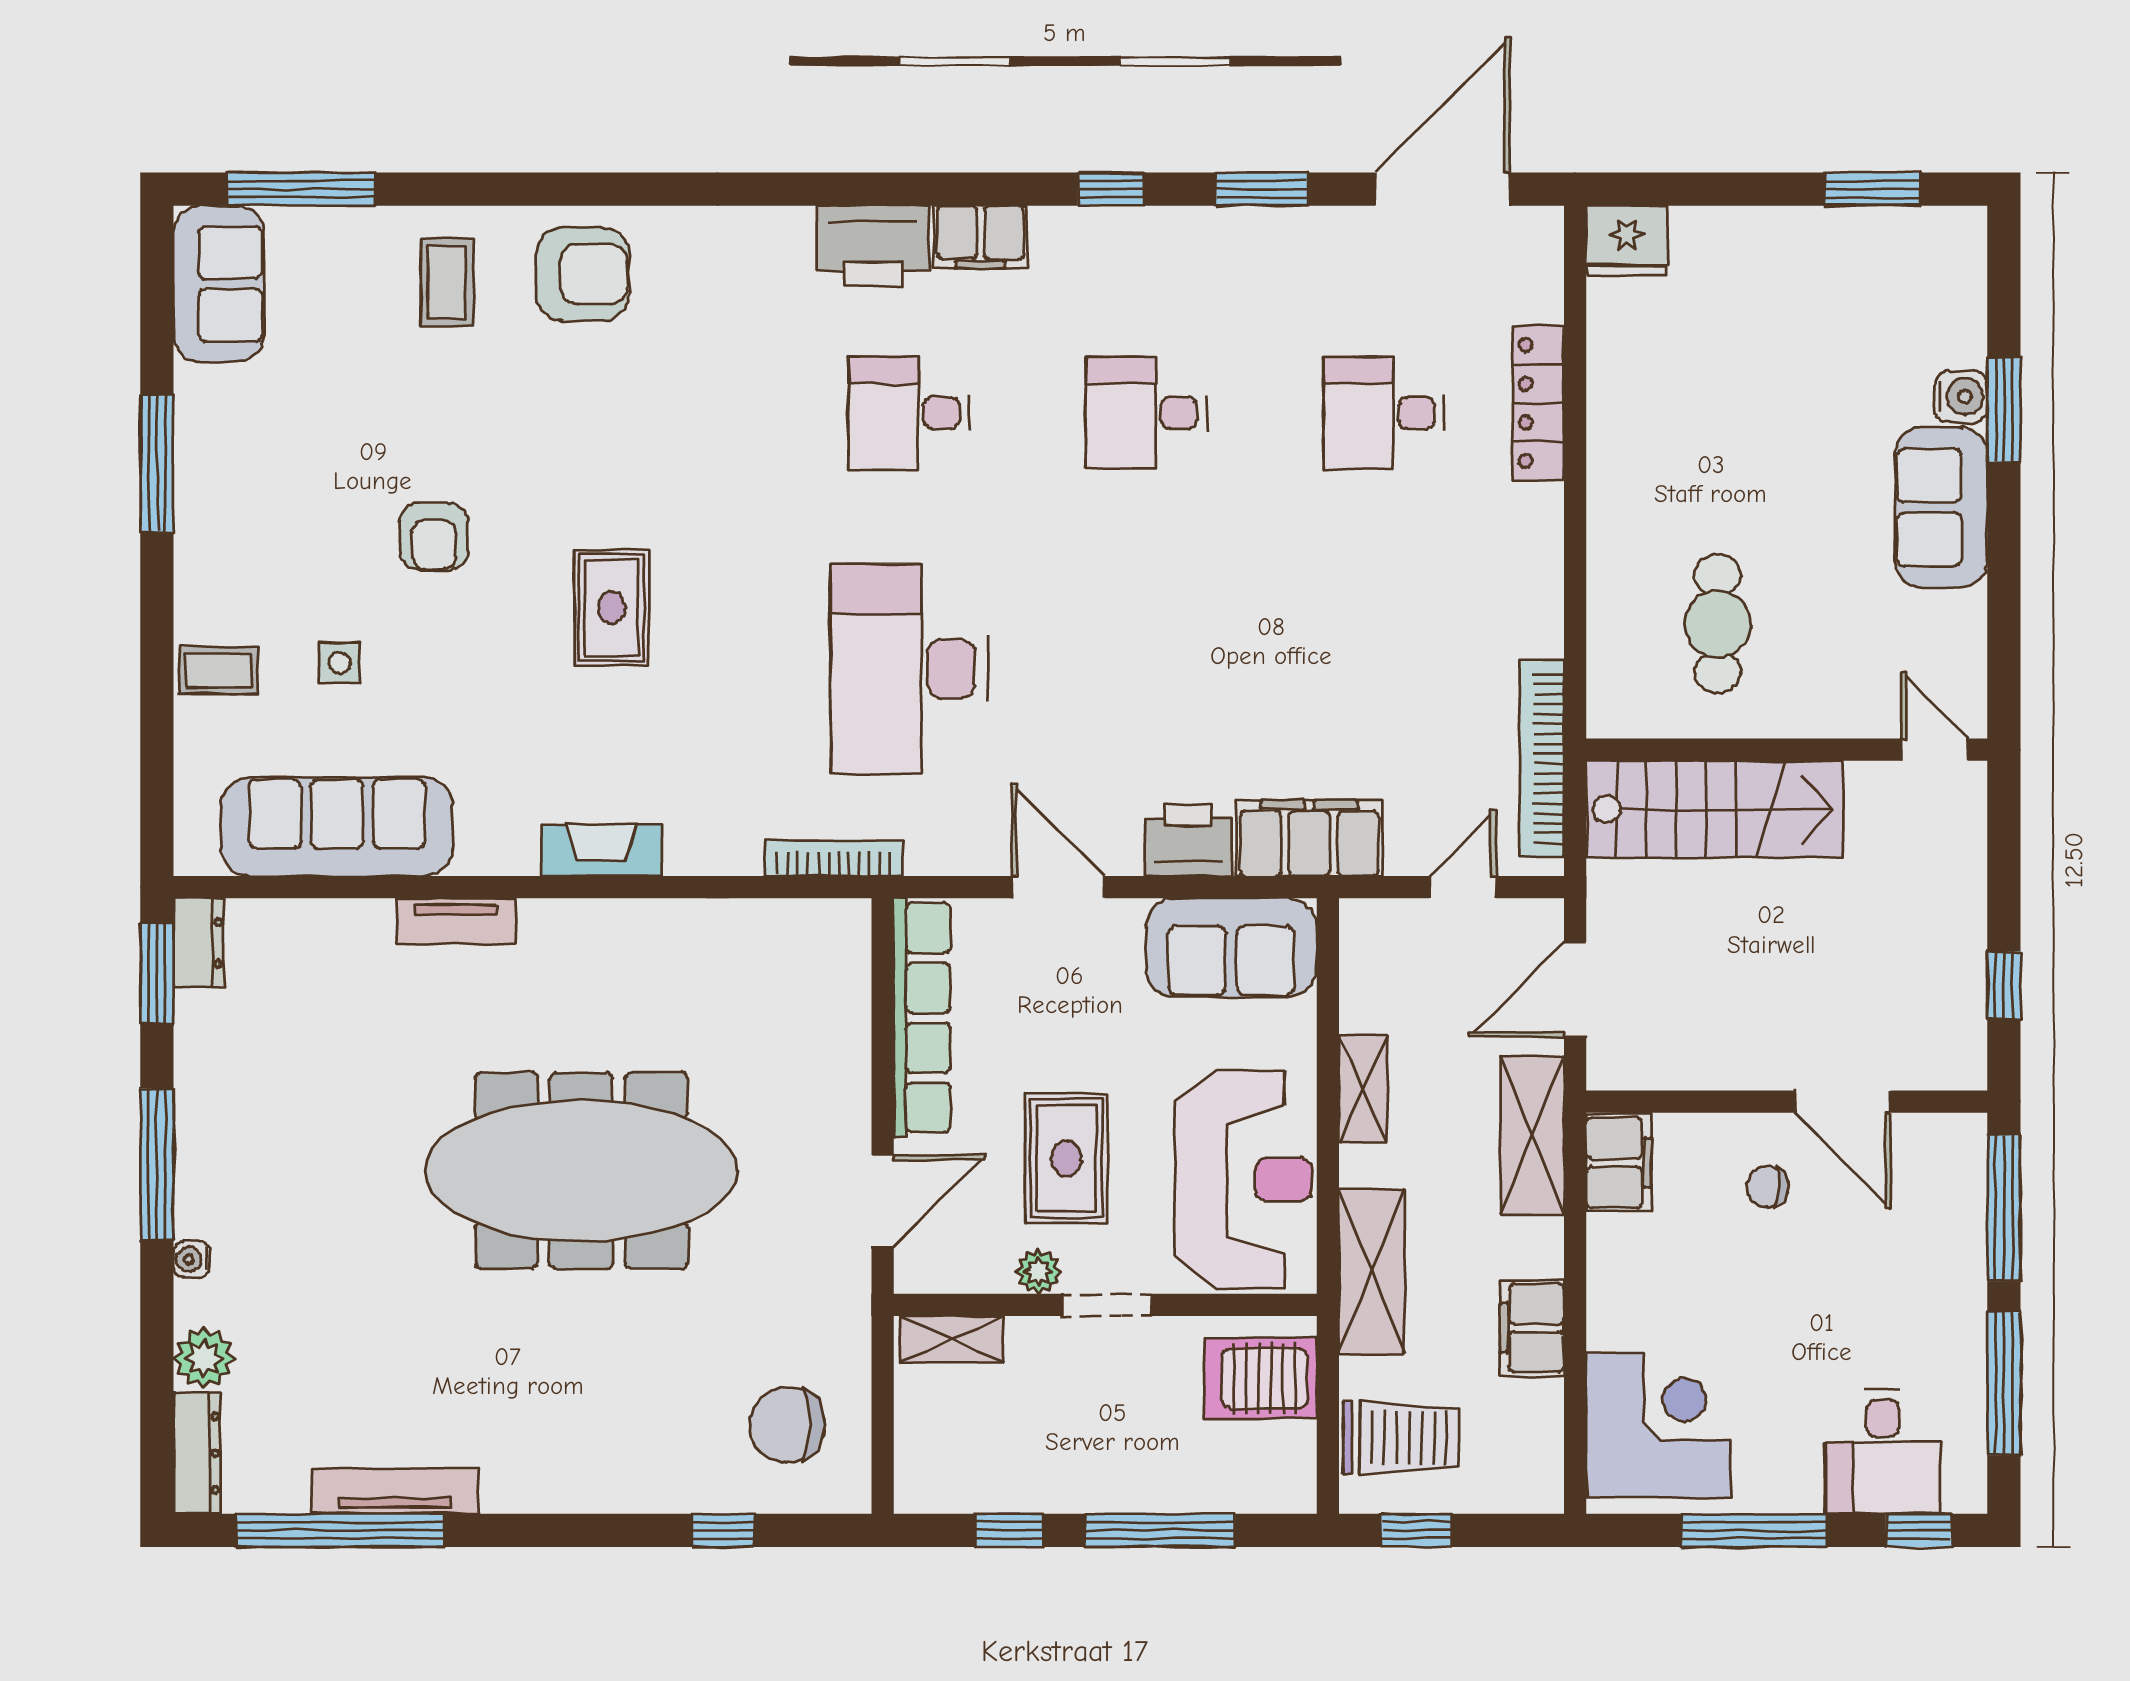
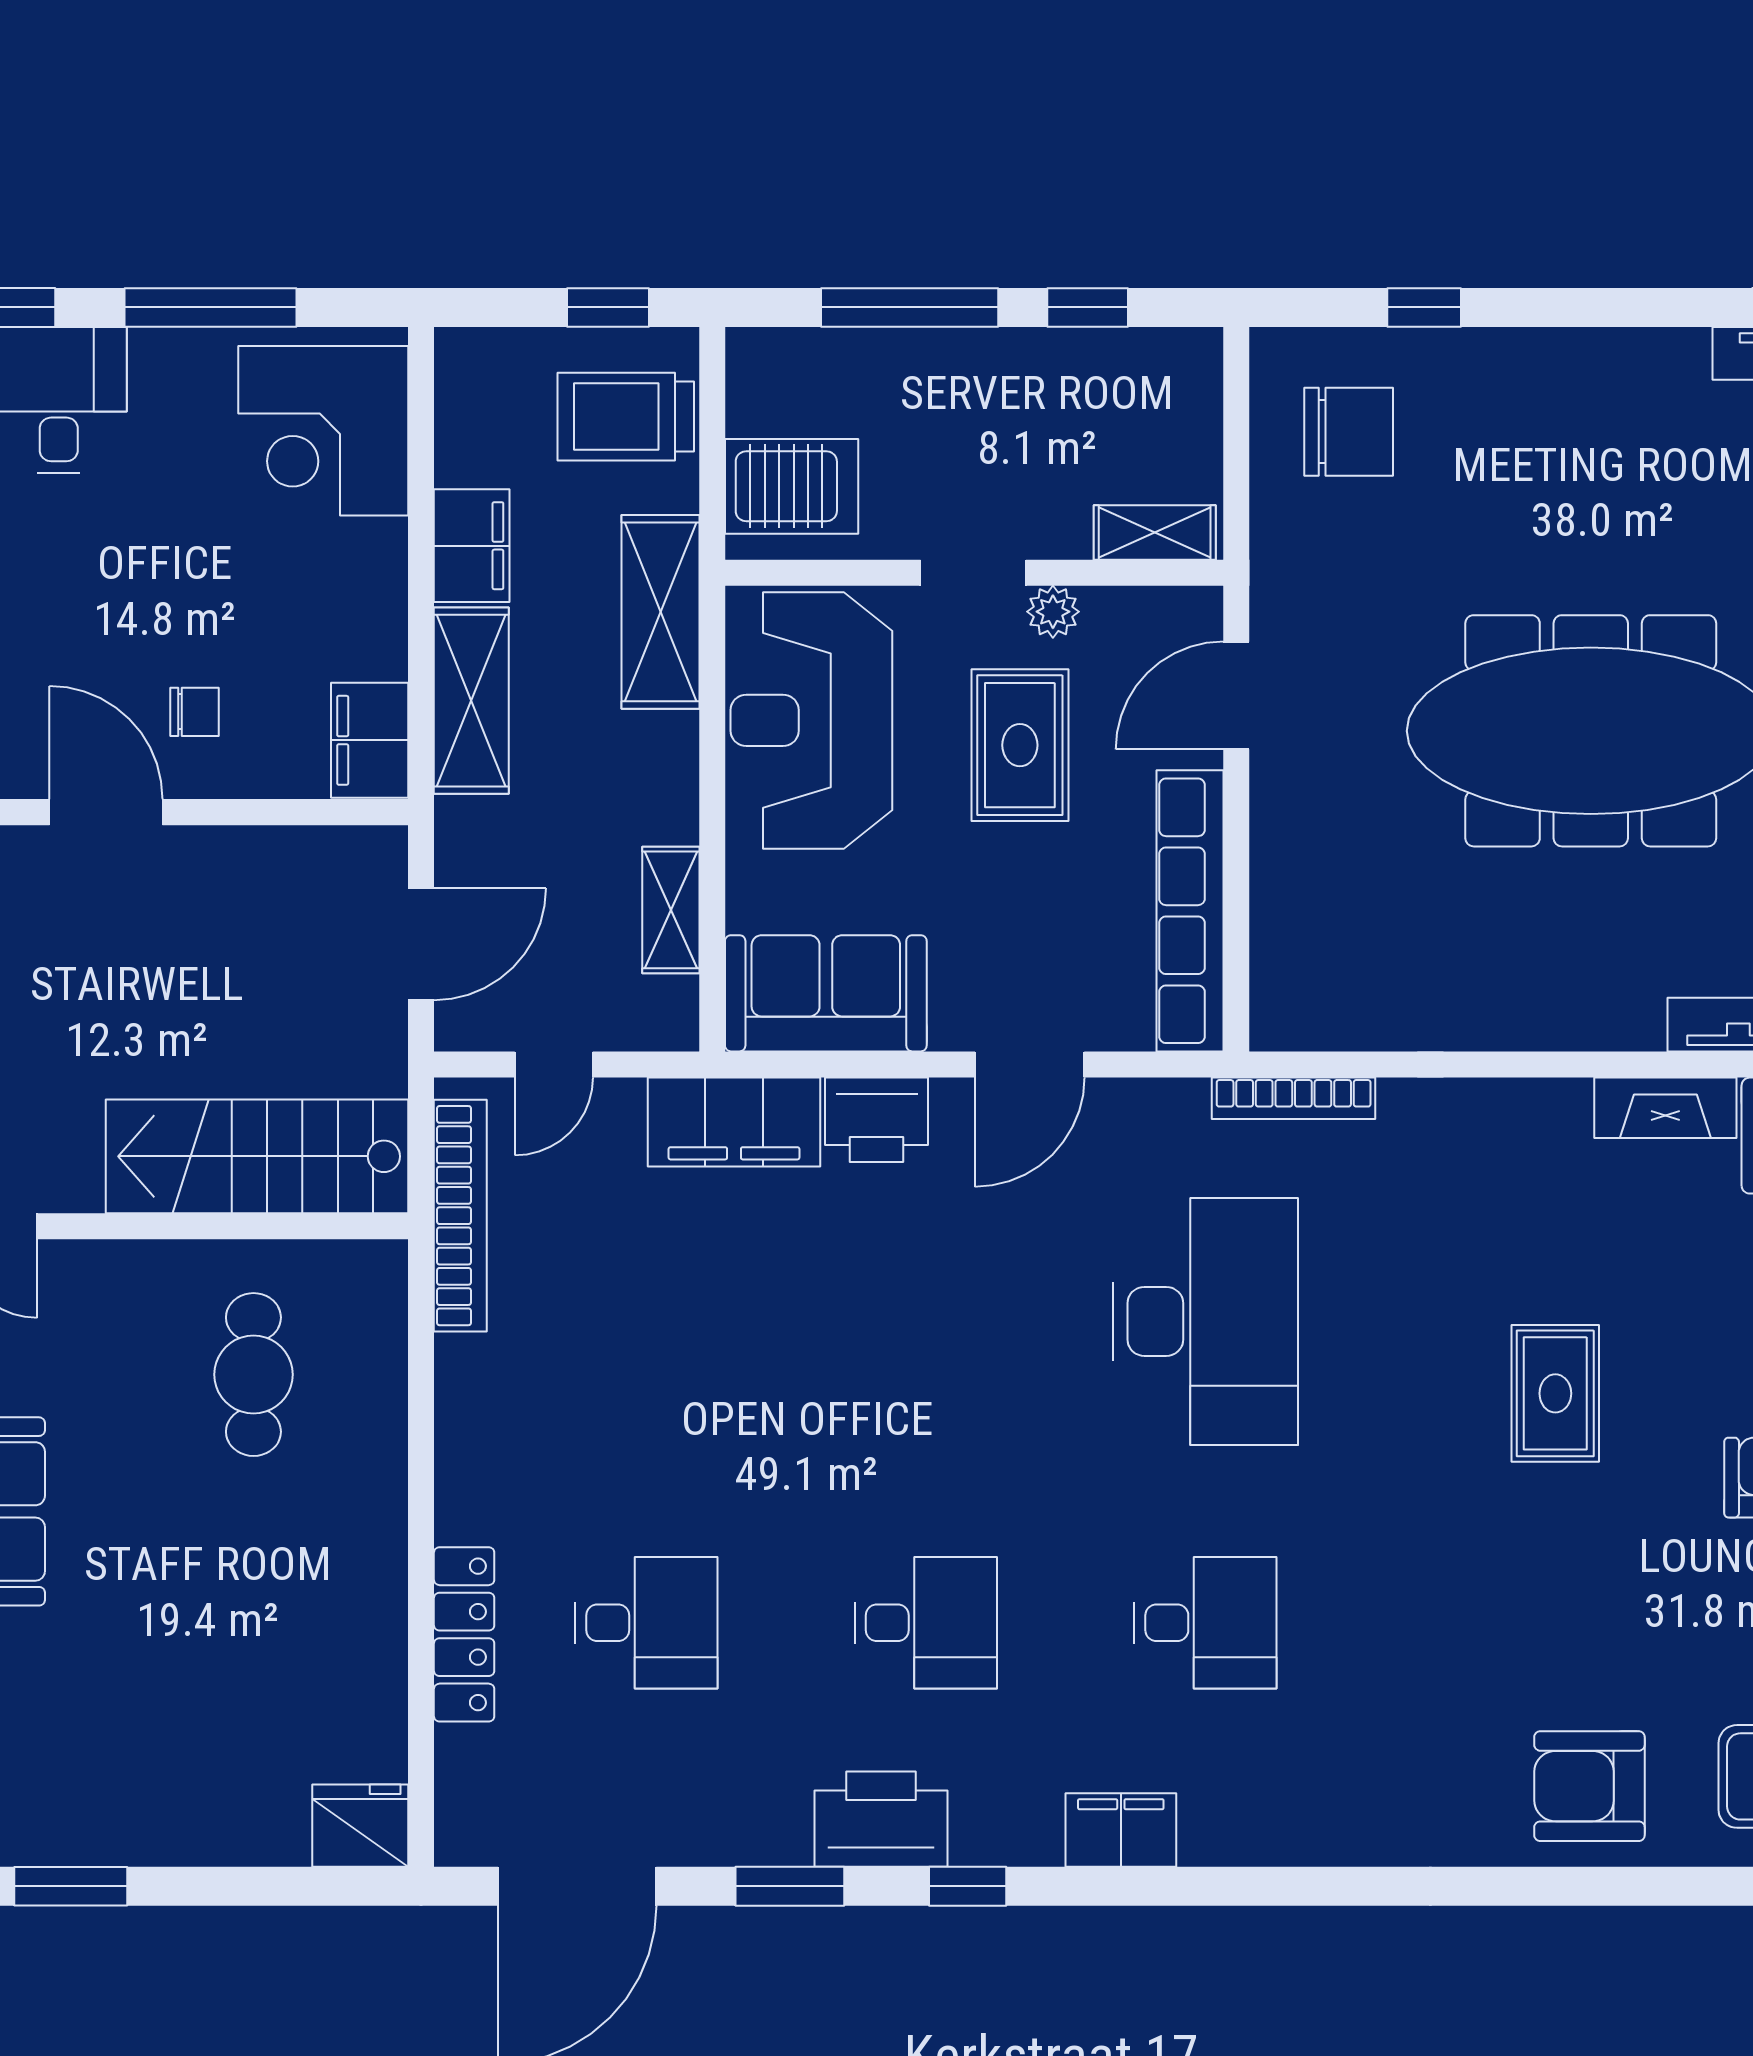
printer: (873, 246) -> (881, 1819), moved
fireplace: (602, 850) -> (1665, 1108), moved
door: (1058, 887) -> (1030, 1064), hinge flipped
shelving: (1363, 1088) -> (671, 910), moved
shelving: (1532, 1135) -> (471, 701), moved

